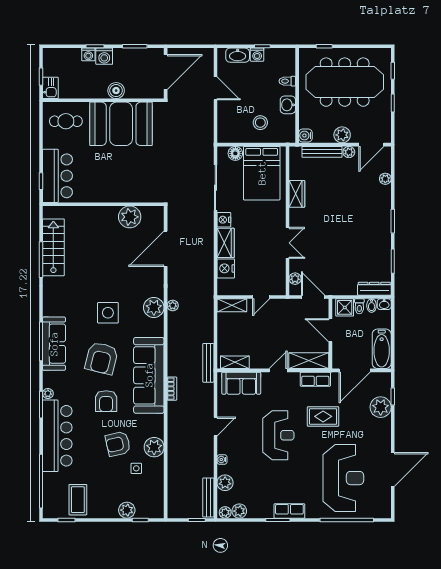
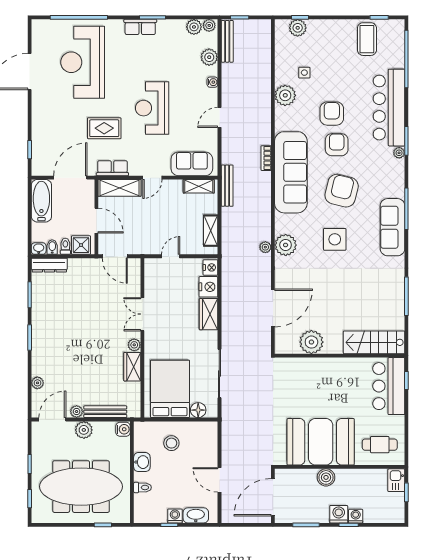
nightstand: (224, 220) -> (210, 267), moved
stairs: (53, 247) -> (374, 342), moved, turned 90
plant: (295, 279) -> (134, 345), moved
shelving: (232, 305) -> (211, 231), moved, turned 90
sofa: (54, 344) -> (392, 227), moved
plant: (381, 407) -> (43, 138), removed
armchair: (118, 444) -> (332, 114), moved, turned -77
plant: (127, 510) -> (298, 28), moved

